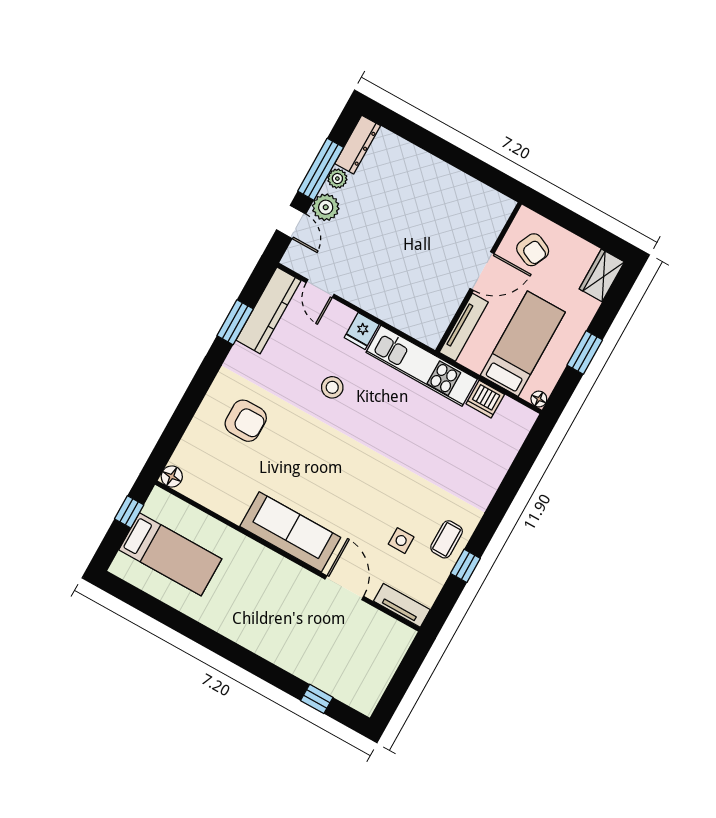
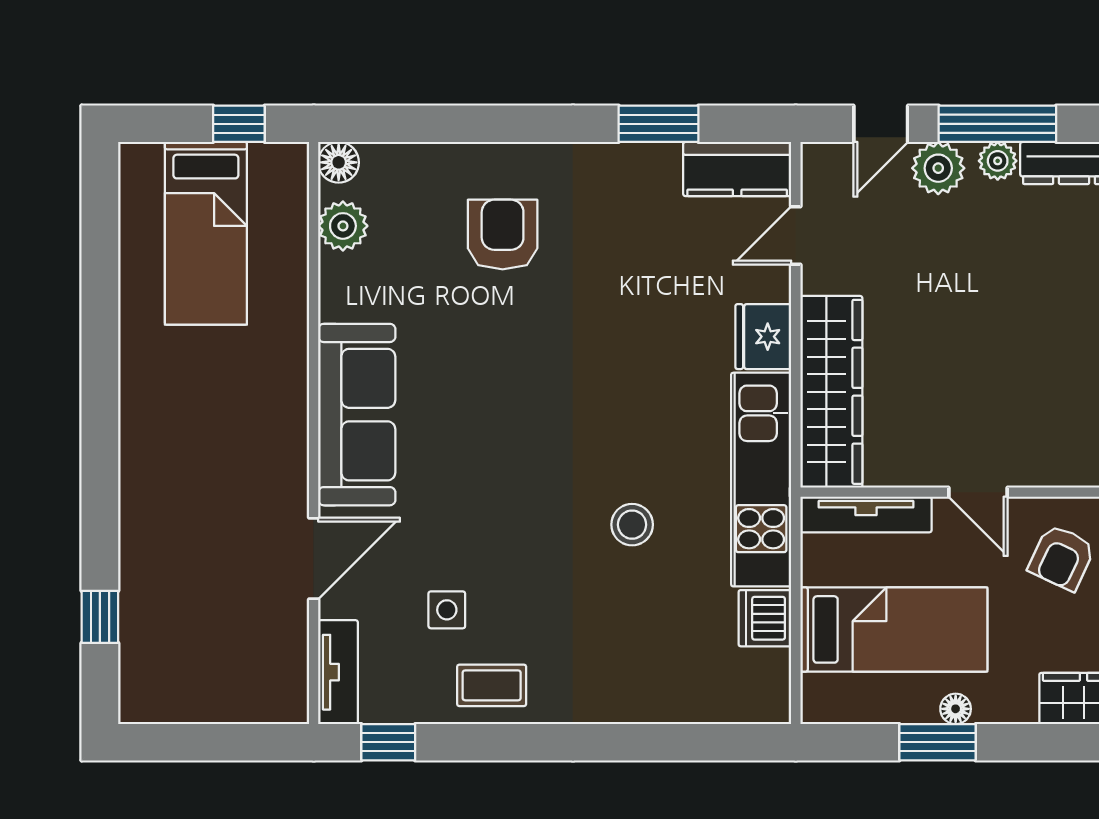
door: (482, 271) -> (978, 492), width x0.73
kitchen counter: (269, 310) -> (737, 169), width x0.67
wardrobe: (400, 312) -> (831, 392), added
fridge: (362, 331) -> (763, 337), width x1.38
stool: (332, 387) -> (632, 525), moved
floor lamp: (539, 399) -> (956, 709), moved
armchair: (246, 421) -> (503, 235), turned 180
plant: (202, 491) -> (343, 226), added
window: (465, 566) -> (388, 742), moved

